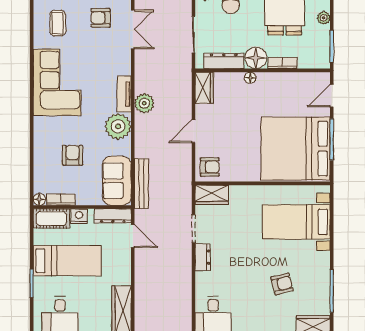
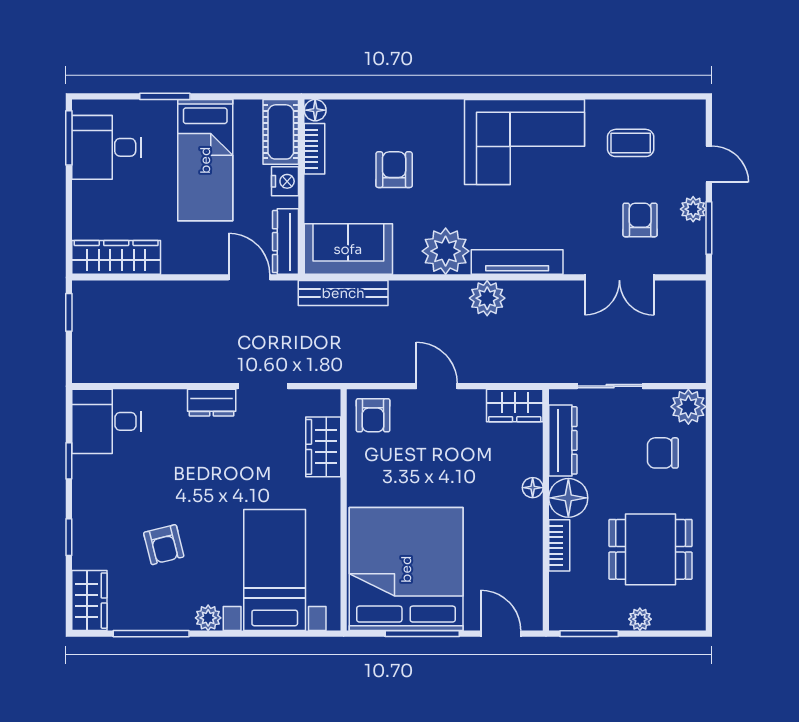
tv unit: (124, 94) -> (517, 262), width x1.41
armchair: (73, 155) -> (394, 170), turned -90
wardrobe: (212, 195) -> (323, 447), moved
door: (133, 236) -> (249, 277), swing flipped
plant: (323, 259) -> (208, 618), added

